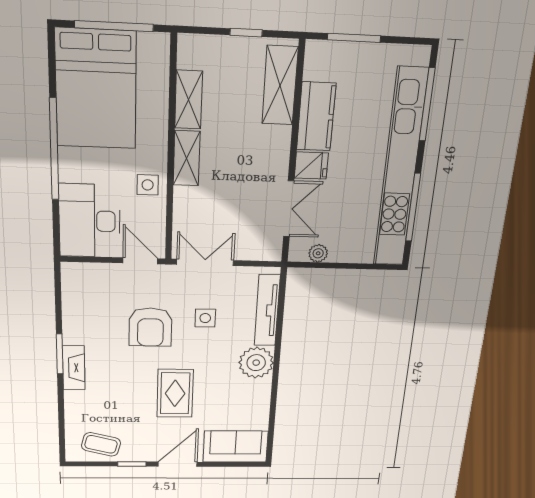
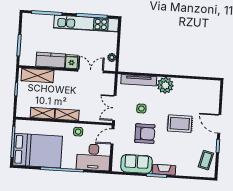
kitchen unit: (400, 170) -> (86, 23), width x0.73
sofa: (236, 447) -> (136, 164), moved, turned 90

